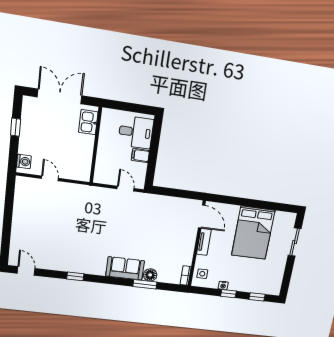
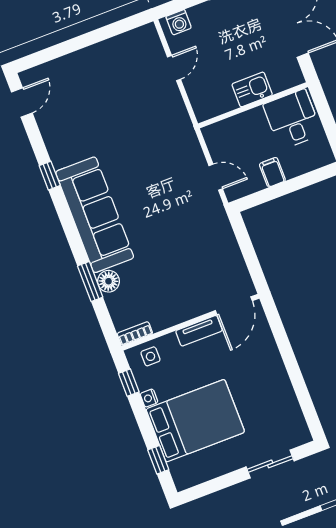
kitchen sink: (88, 122) -> (252, 89), moved
desk: (136, 132) -> (293, 119), moved, turned 180
door: (126, 189) -> (216, 177), hinge flipped
bed: (253, 233) -> (195, 421), moved, turned 180
sofa: (125, 268) -> (95, 215), width x1.85, depth x1.27
window: (228, 294) -> (129, 383), moved

